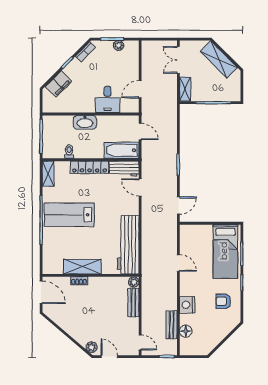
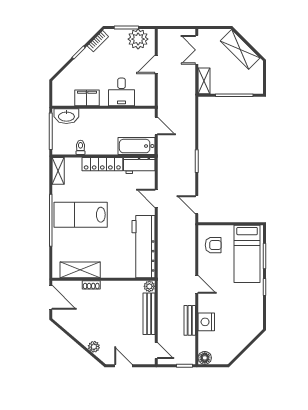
plant: (119, 45) -> (138, 39), width x1.88, depth x1.88
filing cabinet: (58, 84) -> (87, 98), moved, turned -135
door: (140, 89) -> (156, 64), moved
washbasin: (85, 122) -> (66, 116), moved
door: (140, 187) -> (156, 198), moved
door: (178, 205) -> (197, 205), swing flipped
door: (178, 263) -> (197, 284), moved
shelving: (82, 267) -> (80, 270), moved
armchair: (223, 301) -> (213, 245), moved, turned 180
bench: (133, 303) -> (149, 314), width x1.36
nightstand: (187, 305) -> (206, 322), moved
bench: (172, 325) -> (190, 320), moved
floor lamp: (186, 331) -> (205, 358), moved
plant: (92, 347) -> (94, 347), moved

